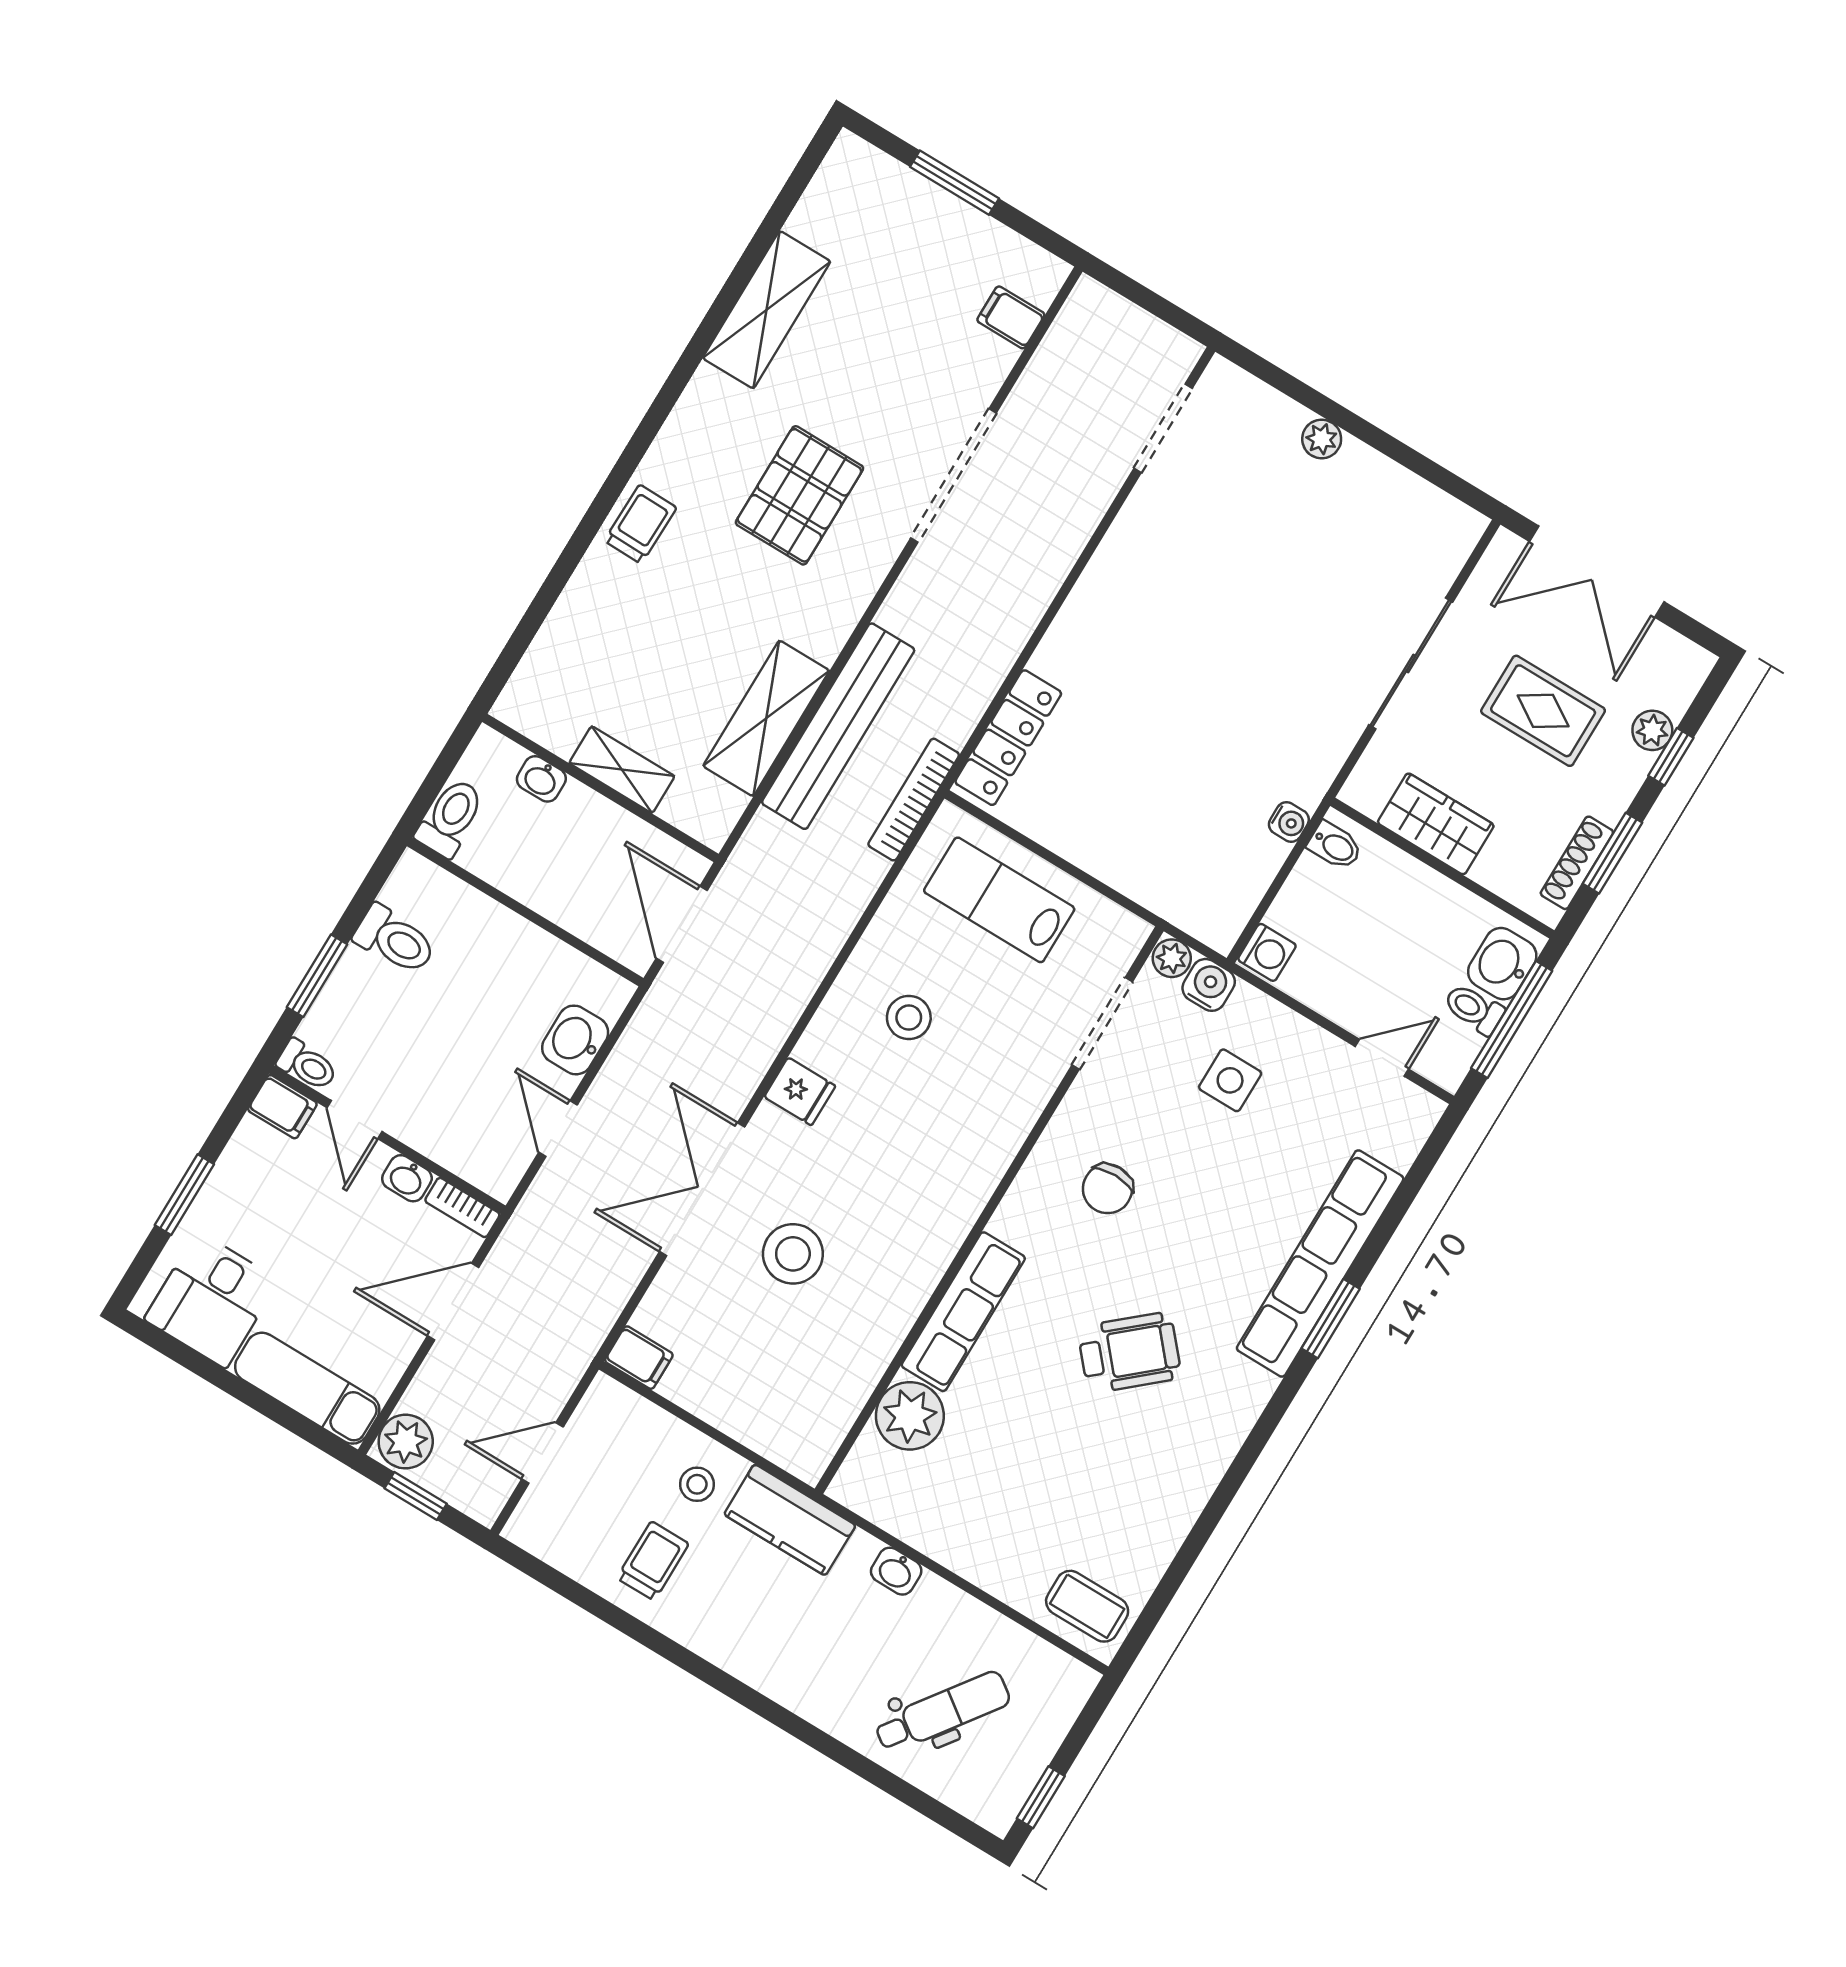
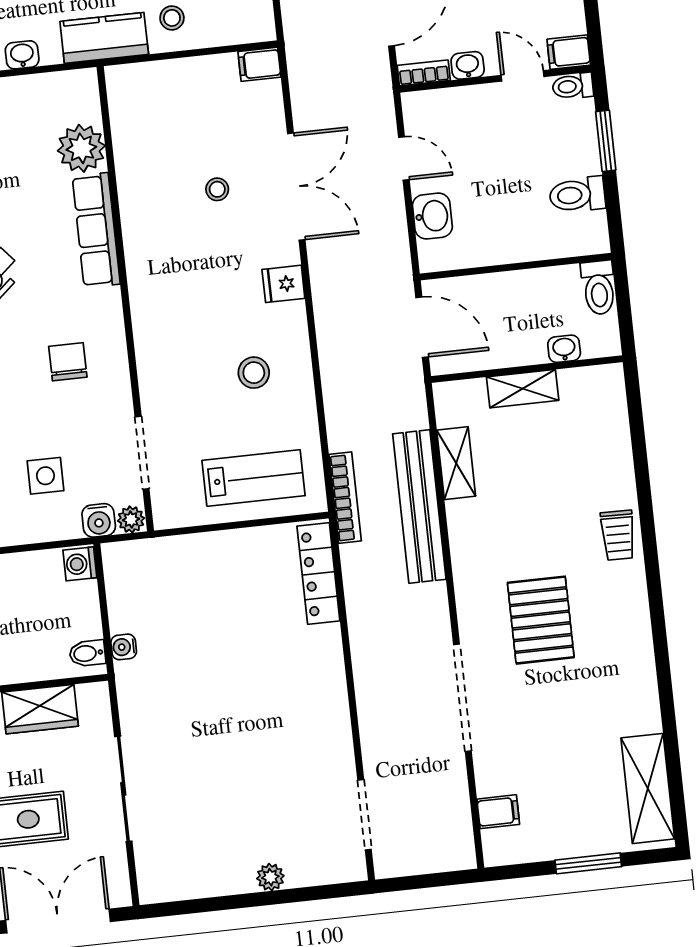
shelving: (767, 310) -> (648, 788), moved
shelving: (766, 718) -> (456, 463), width x0.67, depth x0.75
stool: (793, 1254) -> (217, 189), width x0.53, depth x0.53

